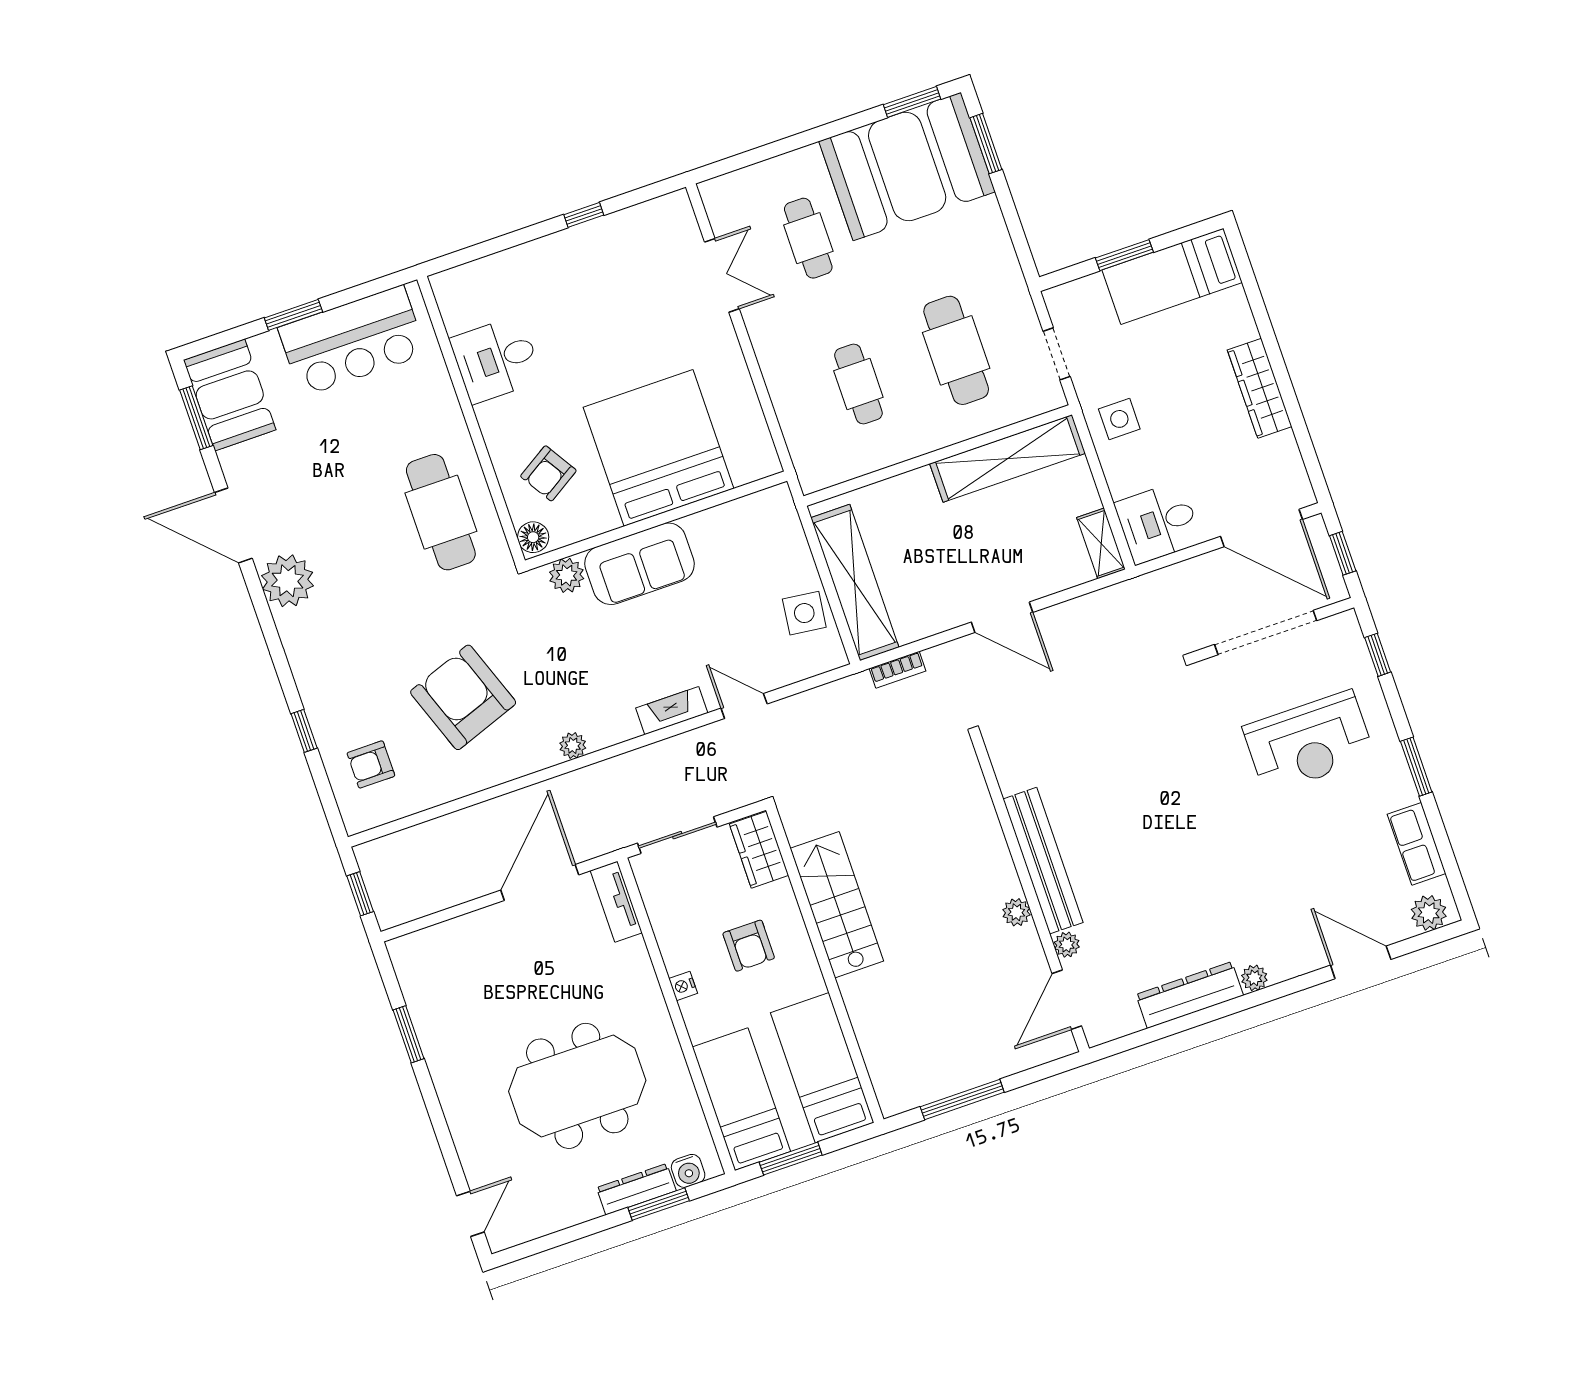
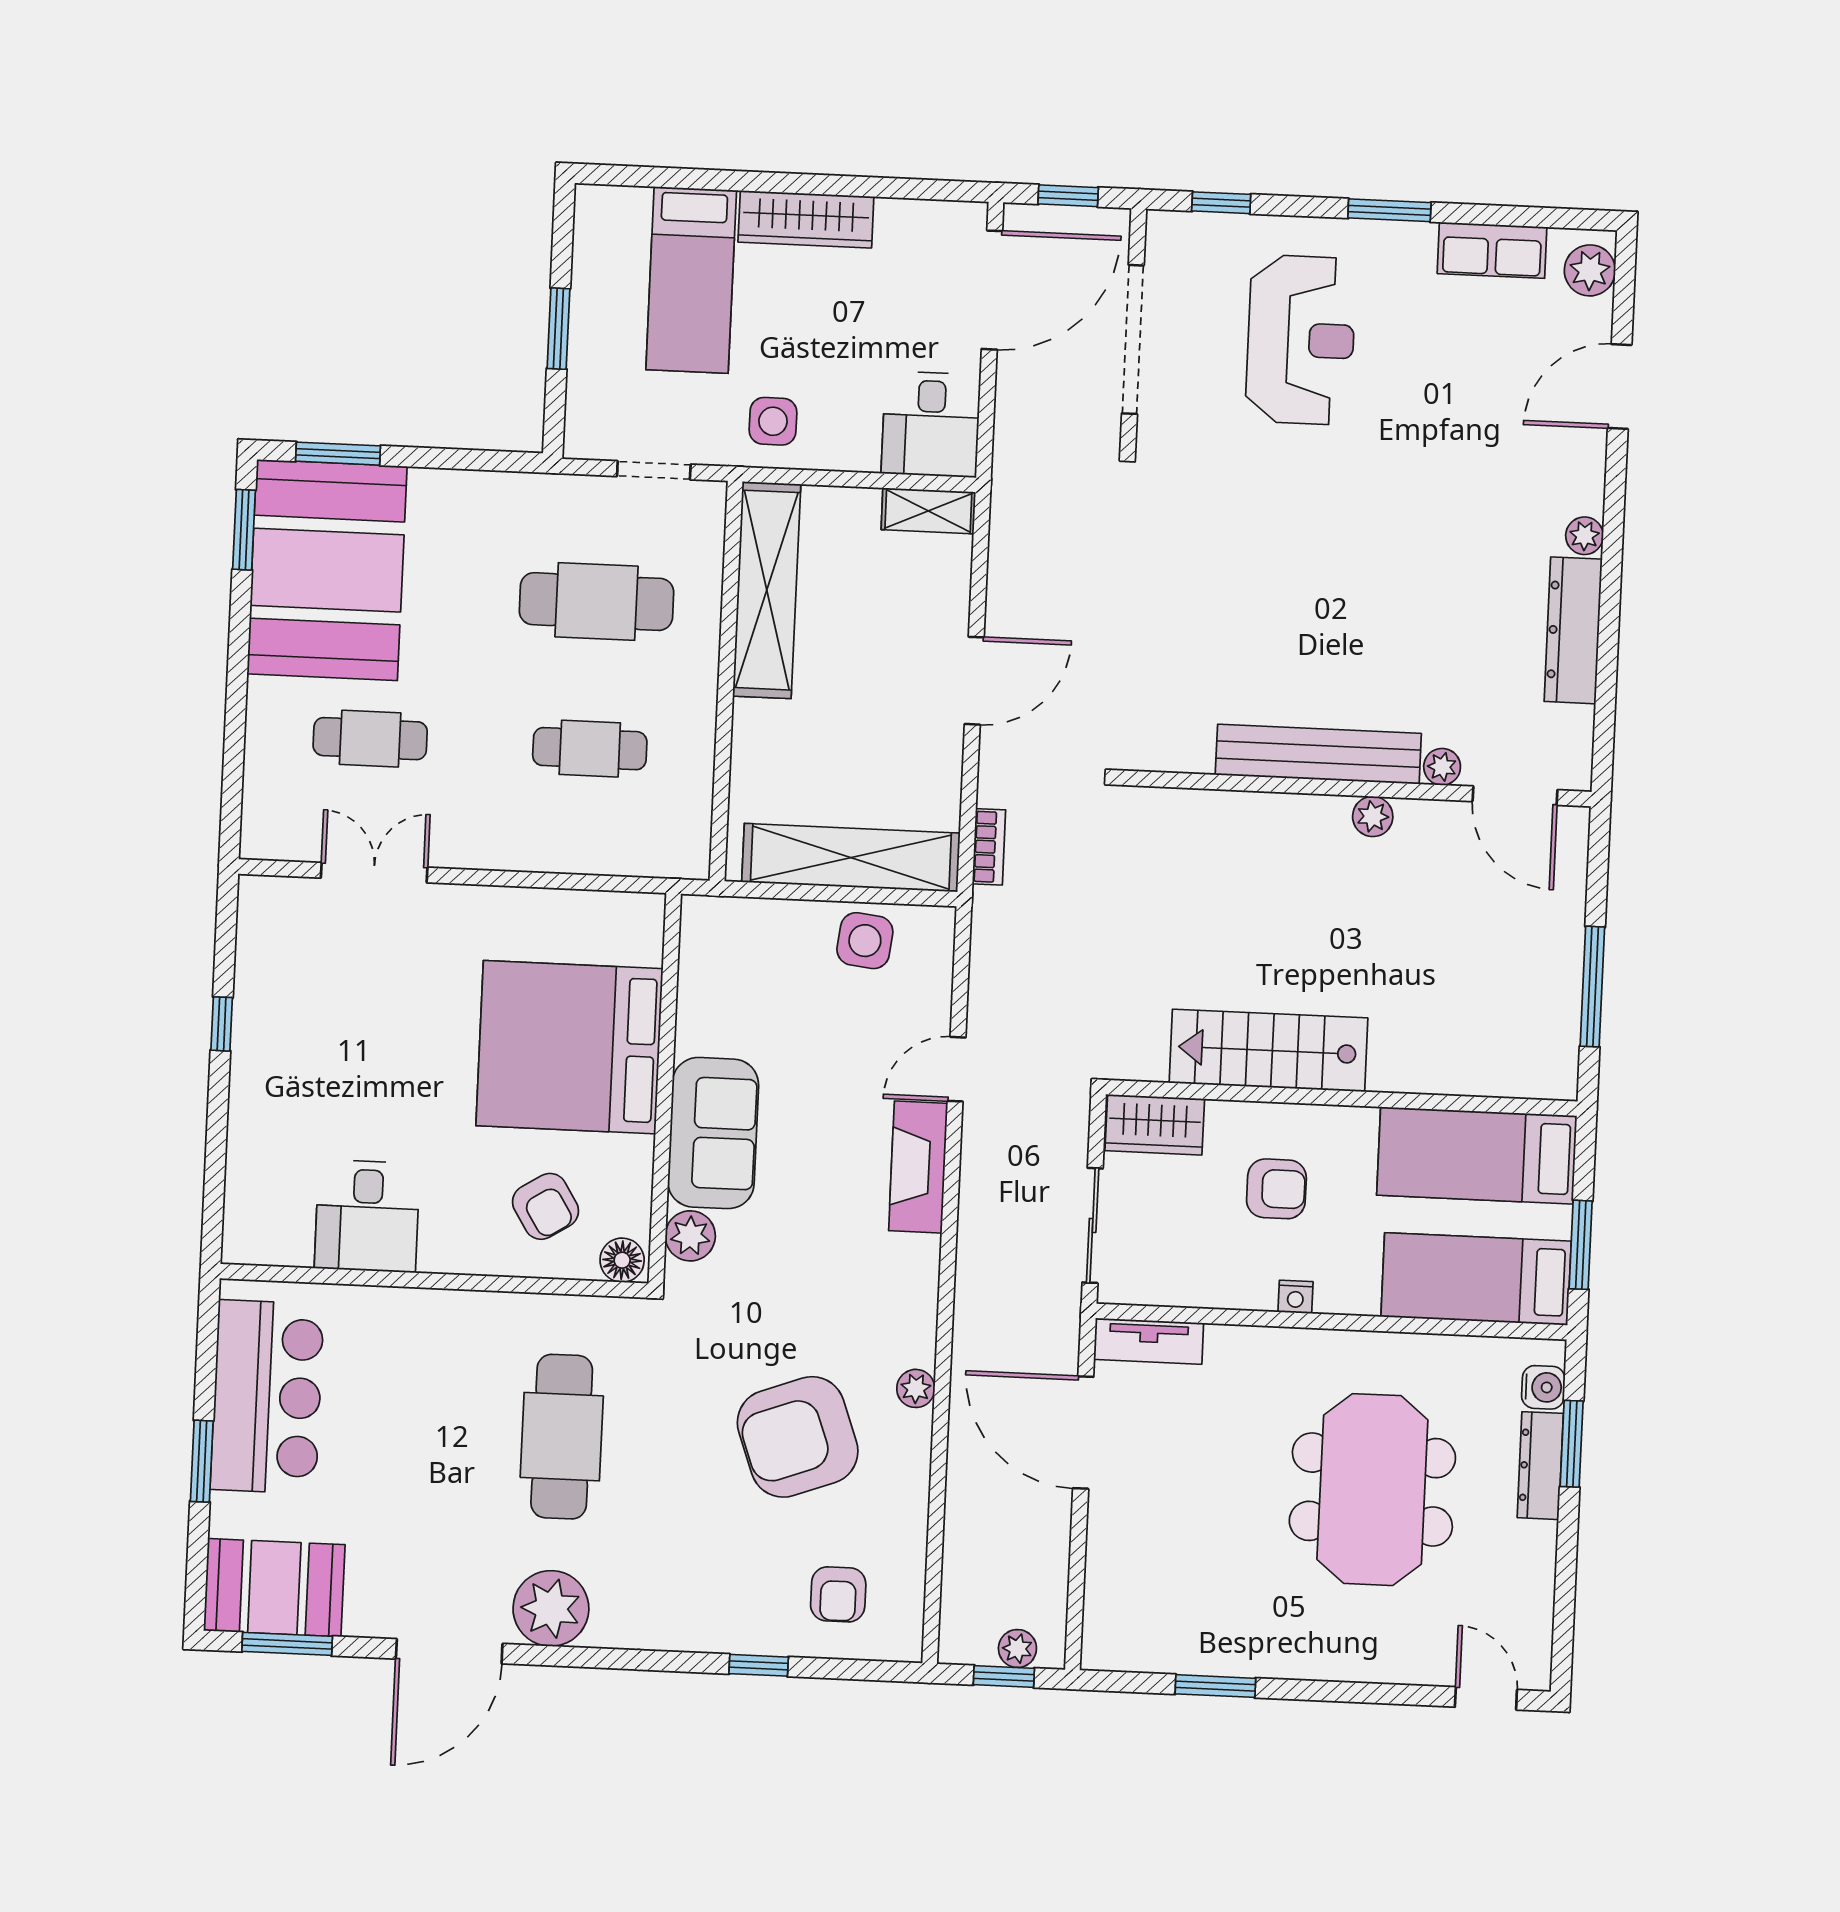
bed: (1172, 276) -> (691, 280), moved
cafe table: (441, 512) -> (562, 1437), moved, turned 90
fireplace: (672, 711) -> (918, 1167), width x1.37, depth x1.32
plant: (573, 746) -> (916, 1388), moved
plant: (382, 895) -> (1017, 1649), added

